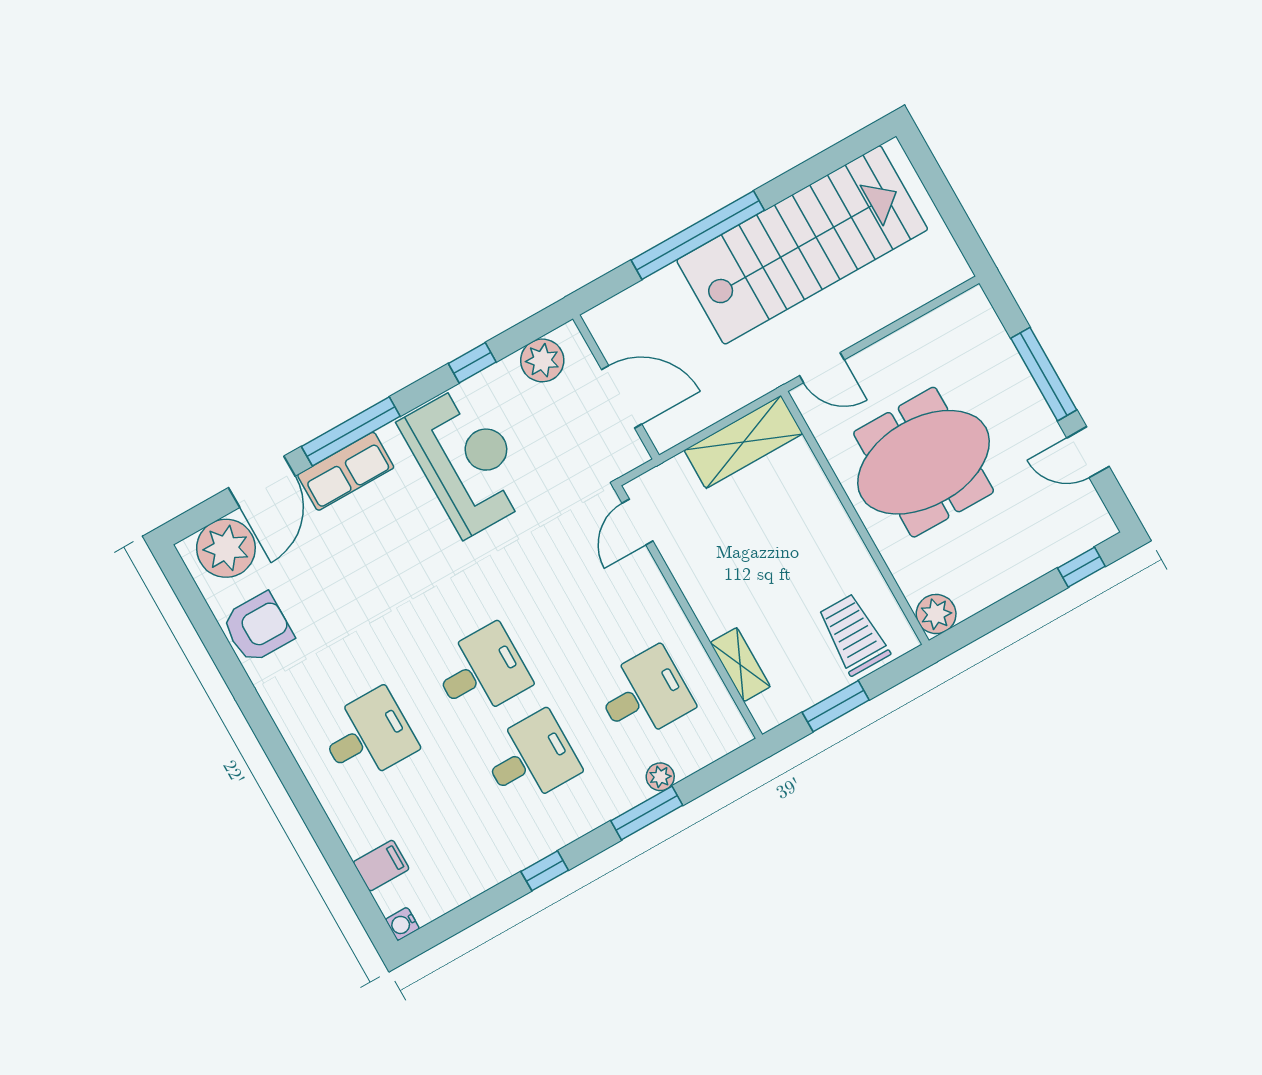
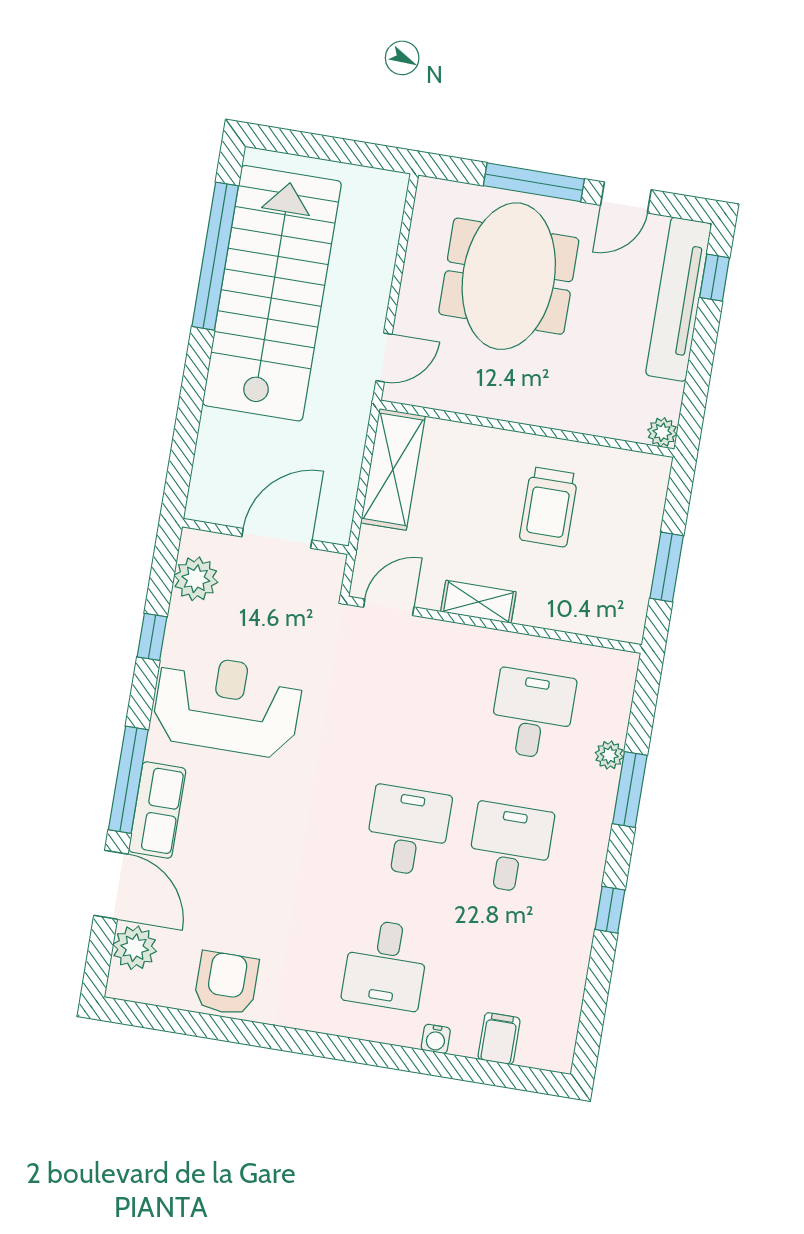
window: (698, 235) -> (215, 256), moved
meeting table: (924, 462) -> (509, 276), moved
door: (638, 522) -> (389, 607), swing flipped
plant: (226, 548) -> (135, 948), width x0.73, depth x0.73
tv unit: (1044, 553) -> (679, 299), added
plant: (936, 614) -> (662, 432), width x0.73, depth x0.73
trolley: (854, 634) -> (549, 507), moved, turned -90
shelving: (740, 665) -> (478, 602), moved
desk: (368, 736) -> (386, 965), turned 180
water cooler: (402, 924) -> (436, 1039), moved

